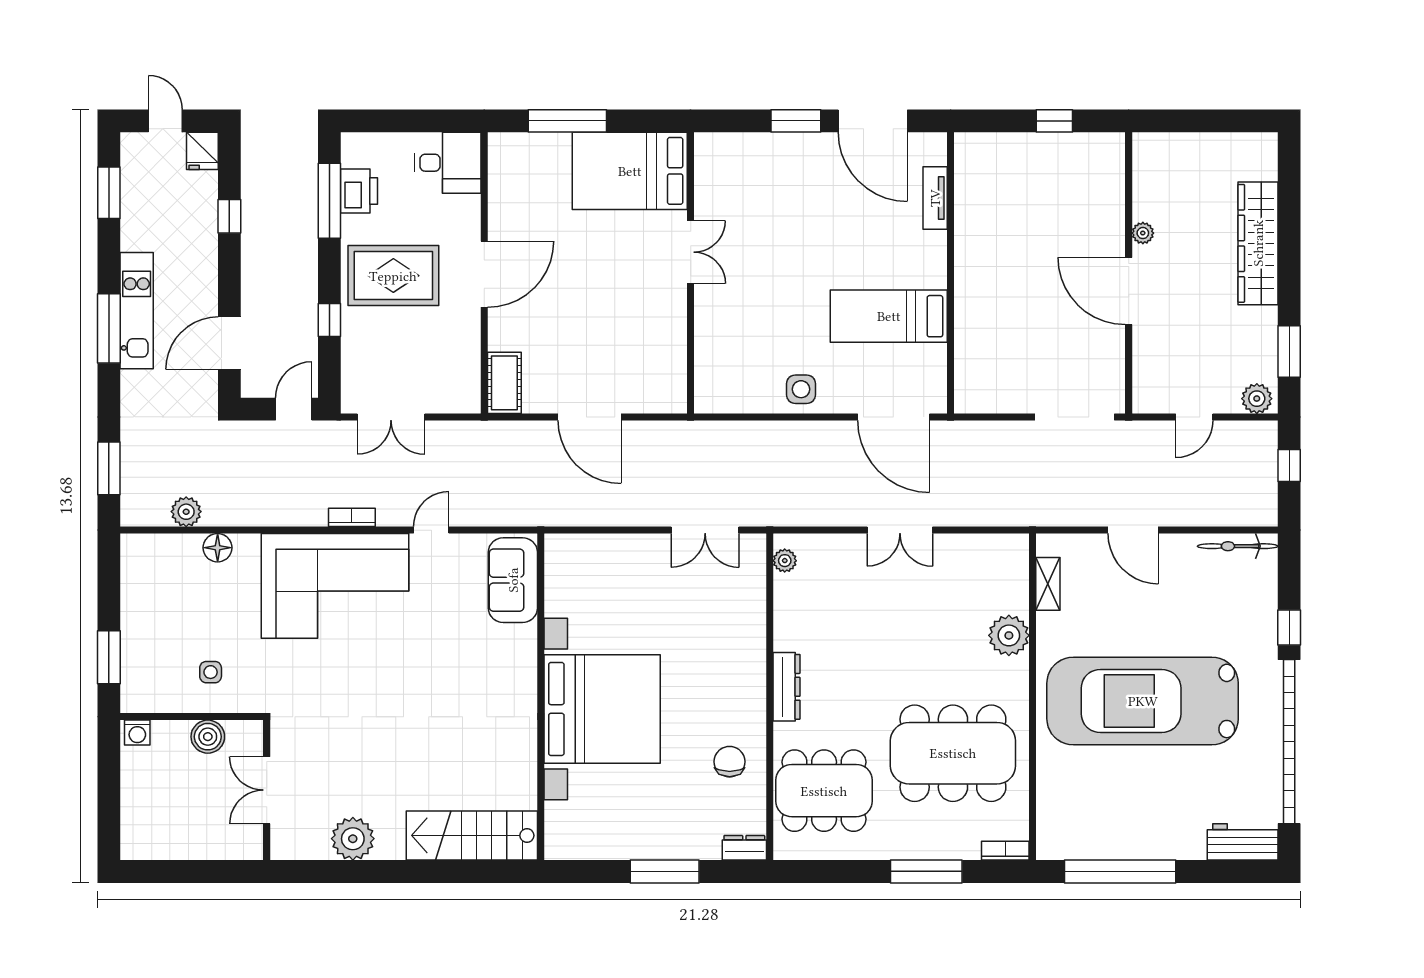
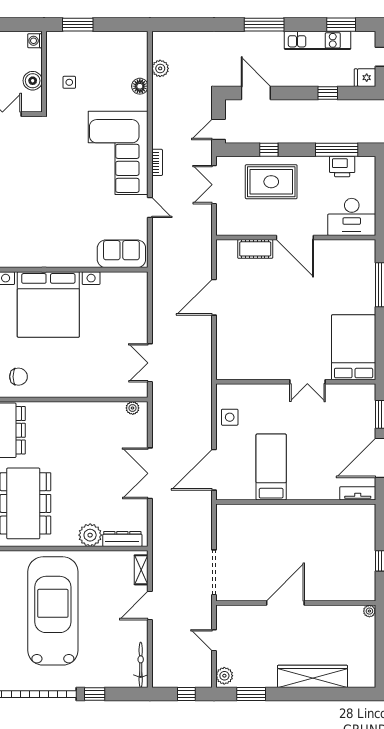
desk: (448, 163) -> (352, 217), width x1.37
bed: (630, 171) -> (354, 347), moved
tv unit: (935, 198) -> (358, 493), moved
plant: (1143, 233) -> (369, 611), moved
double door: (691, 252) -> (307, 382), moved
wall: (691, 273) -> (296, 382), moved
rug: (393, 276) -> (271, 182), moved, turned 90
kitchen unit: (137, 311) -> (318, 40), moved
cot: (504, 383) -> (255, 249), moved
door: (294, 409) -> (218, 129), swing flipped
window: (109, 468) -> (185, 25), removed
double door: (900, 530) -> (150, 473), width x1.37
shelving: (1048, 584) -> (141, 570), moved, turned 90
dresser: (787, 687) -> (122, 539), moved, turned 180

